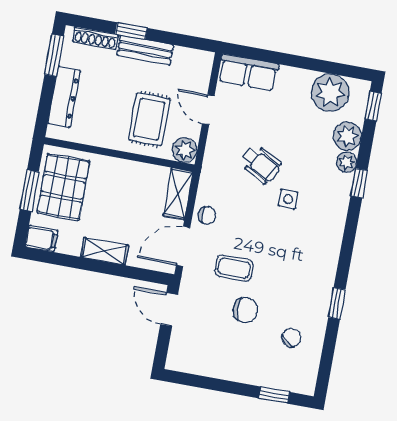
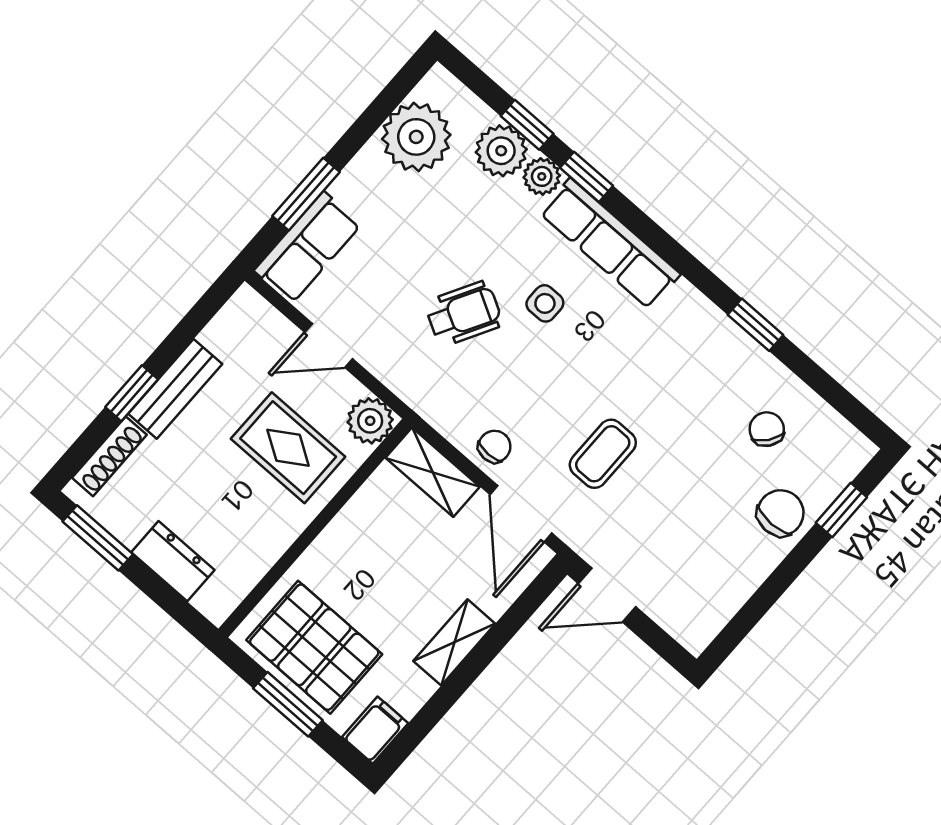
window: (273, 57) -> (306, 194), added
dresser: (64, 97) -> (173, 561), width x0.70
window: (373, 106) -> (527, 125), moved
row of seats: (334, 213) -> (610, 244), added
chair: (245, 310) -> (781, 513), moved

